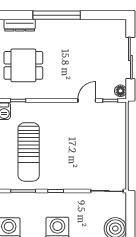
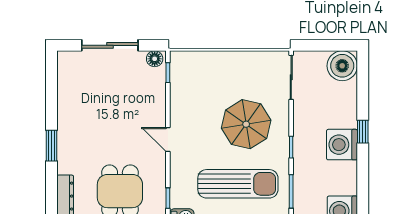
window: (57, 15) -> (52, 146), width x0.47
door: (87, 100) -> (168, 139), moved
parasol: (72, 158) -> (246, 124), added

